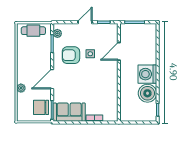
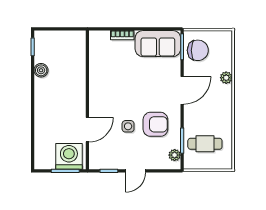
cafe table: (33, 31) -> (205, 144), moved
washing machine: (147, 74) -> (69, 156), moved, turned -90
boiler: (147, 93) -> (41, 70), width x0.54, depth x0.54

